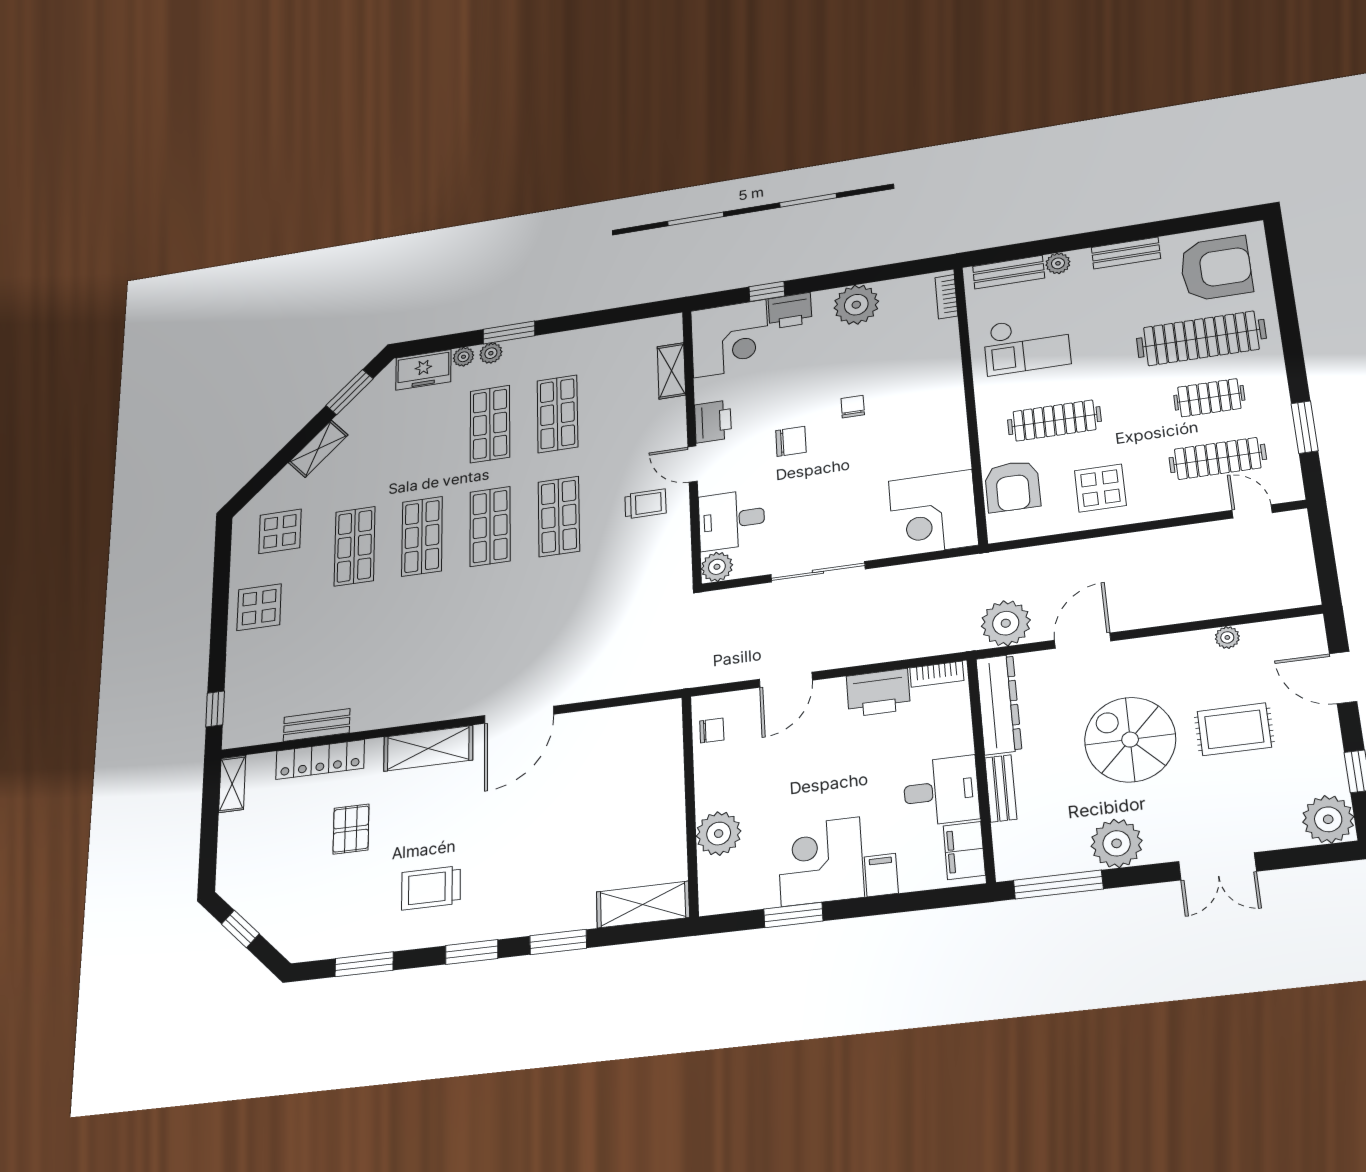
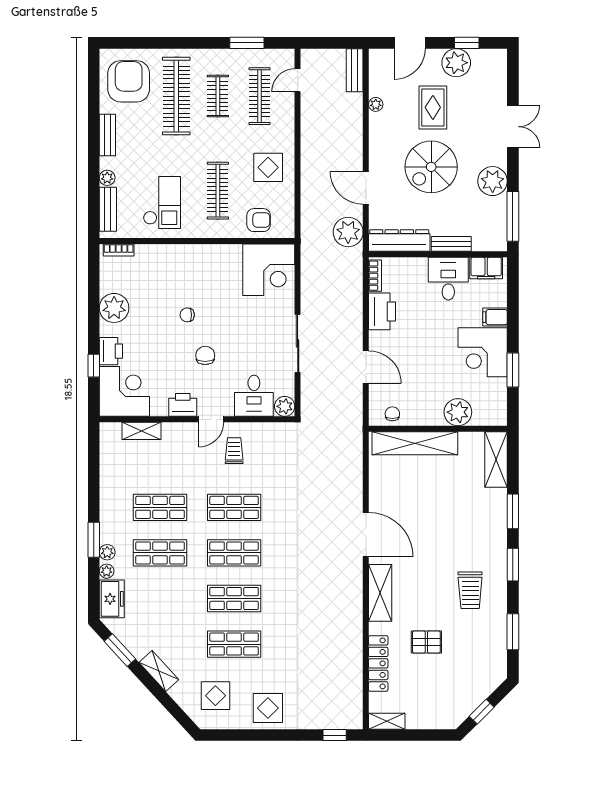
armchair: (1013, 486) -> (259, 220), width x0.72, depth x0.72
bench: (317, 725) -> (355, 70), moved
shelving: (665, 772) -> (415, 443), added
plant: (1328, 819) -> (456, 63), moved

